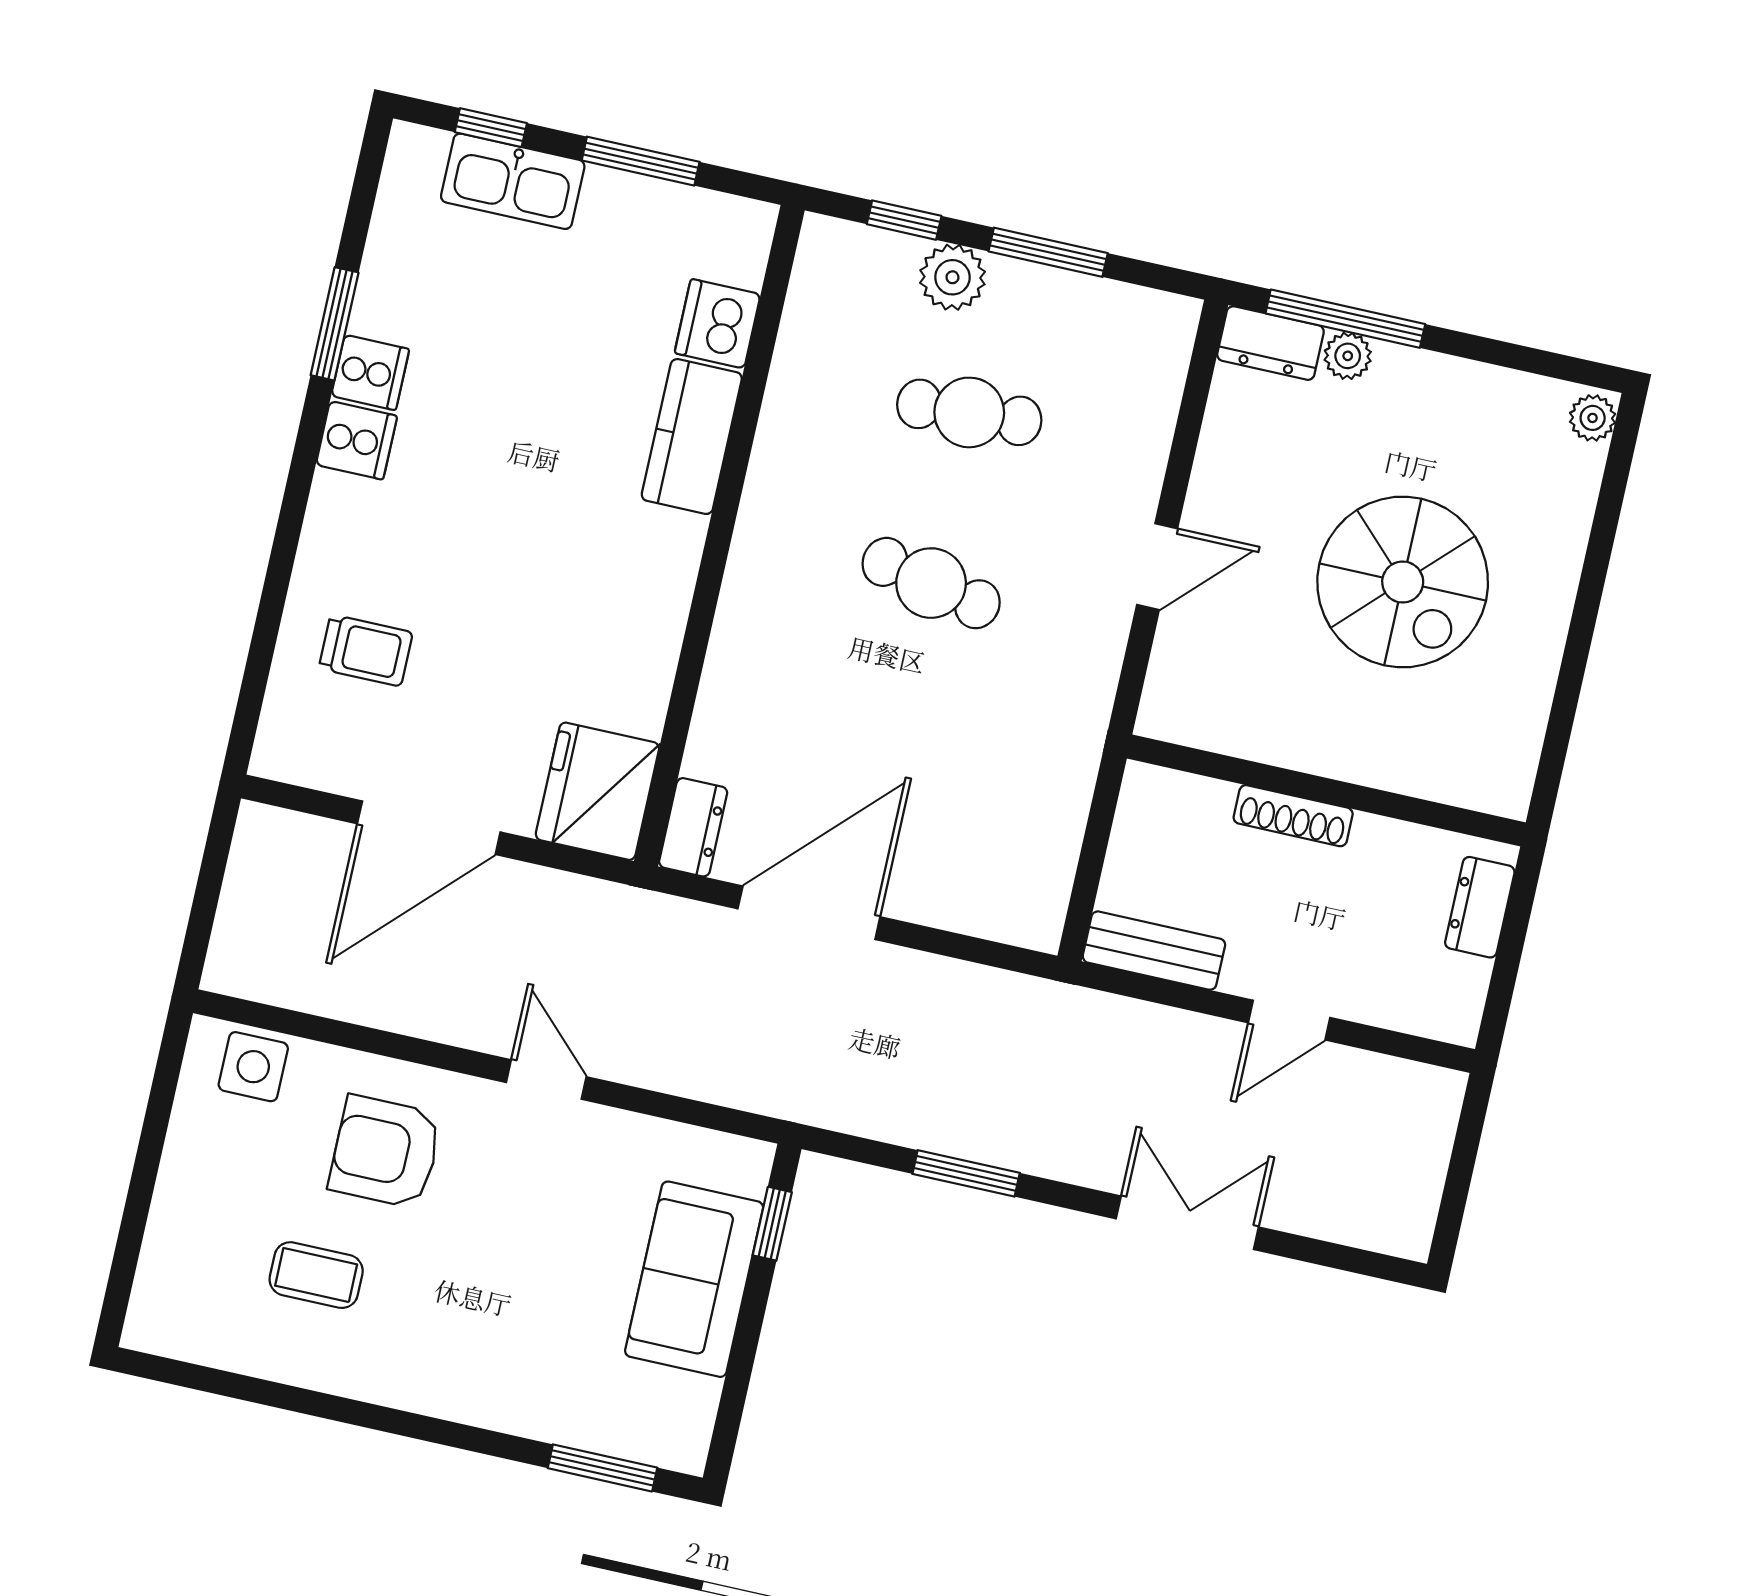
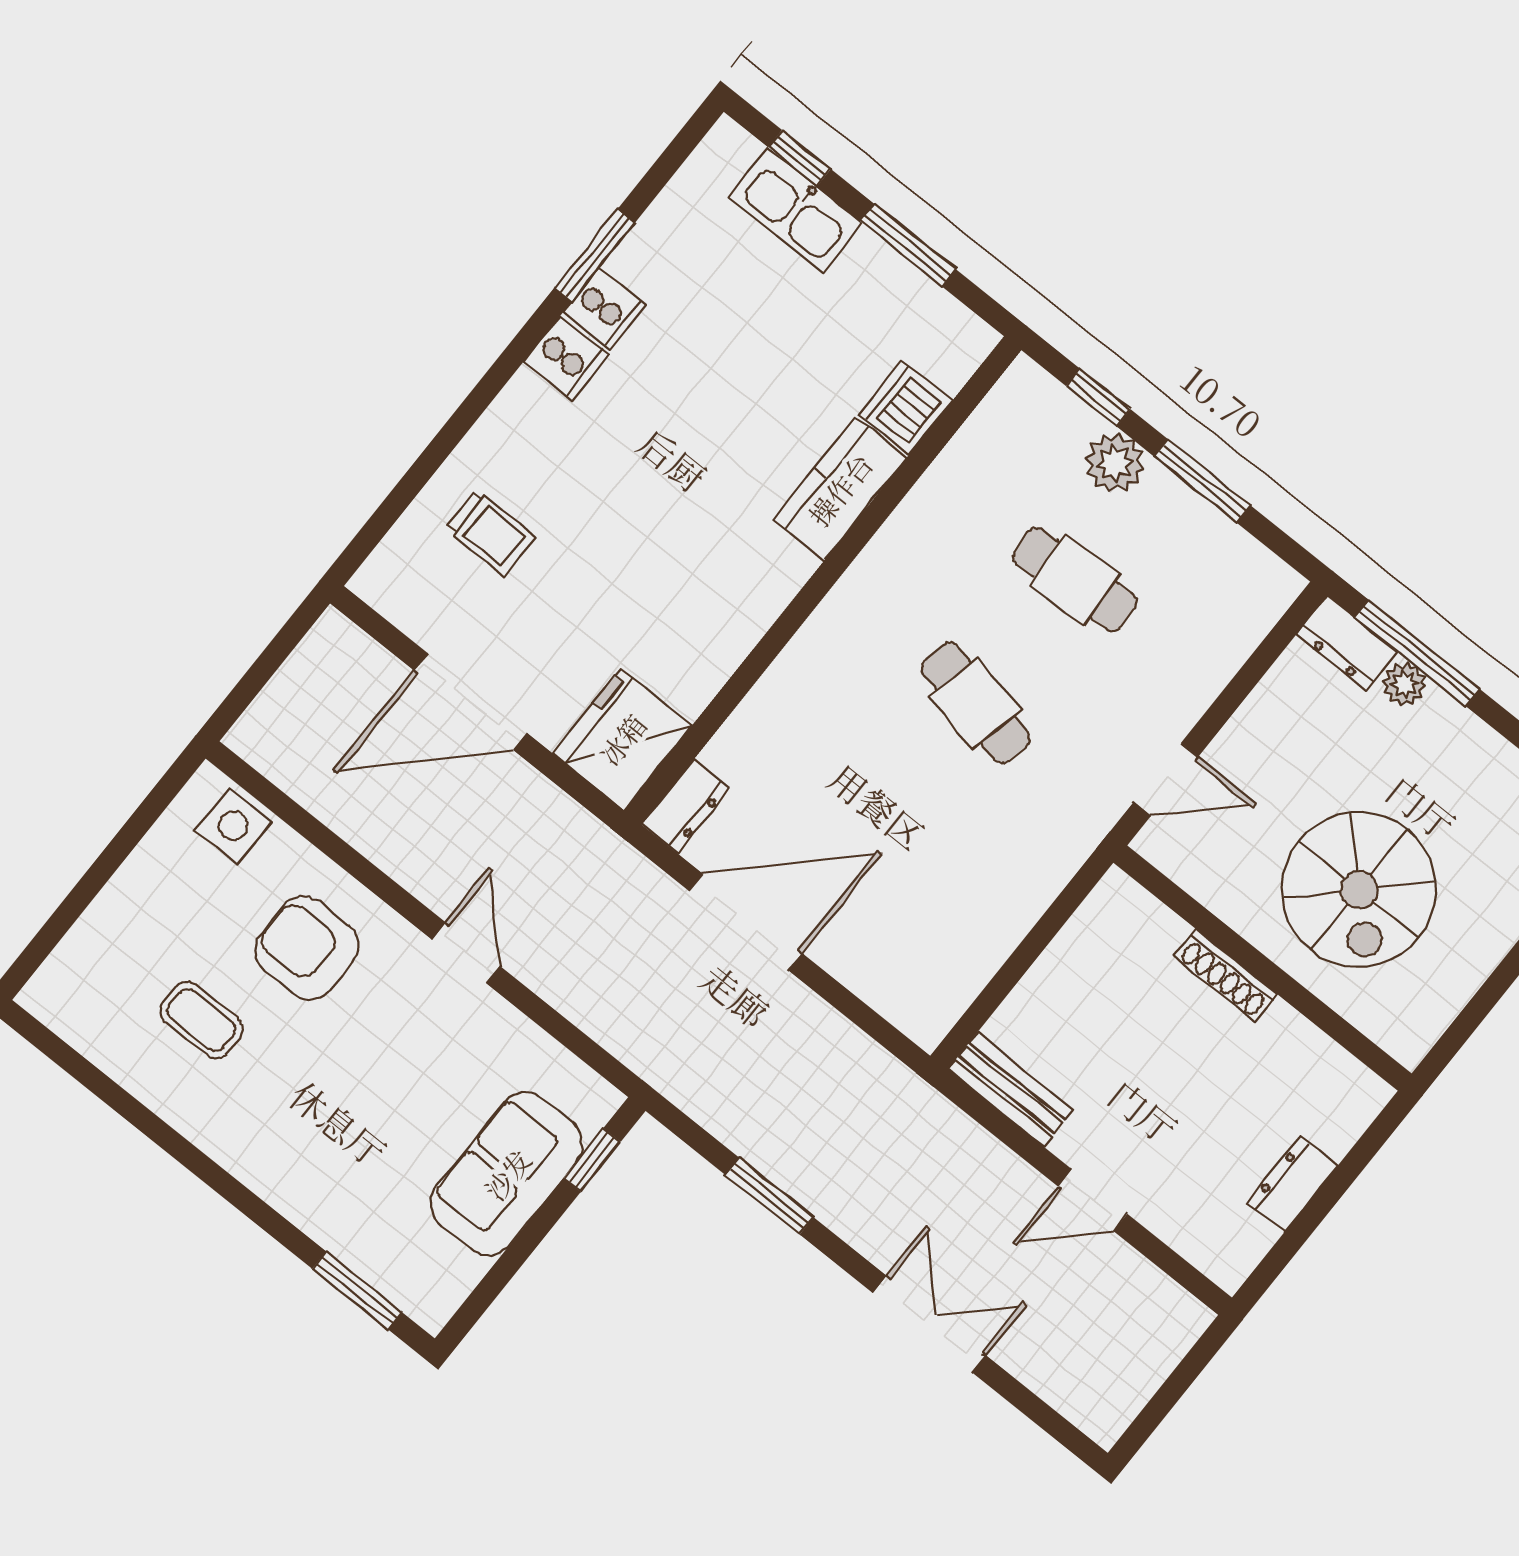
wall: (1326, 790) -> (1263, 968), moved
shoe rack: (1293, 816) -> (1226, 975), moved

